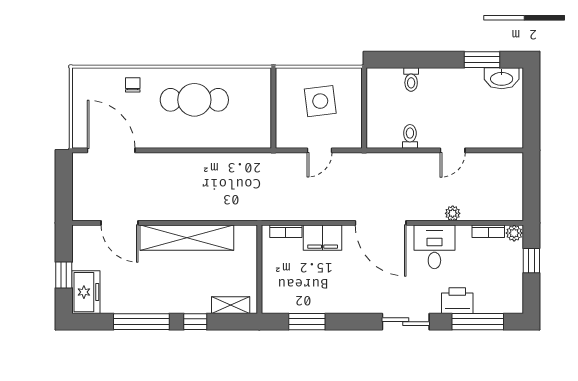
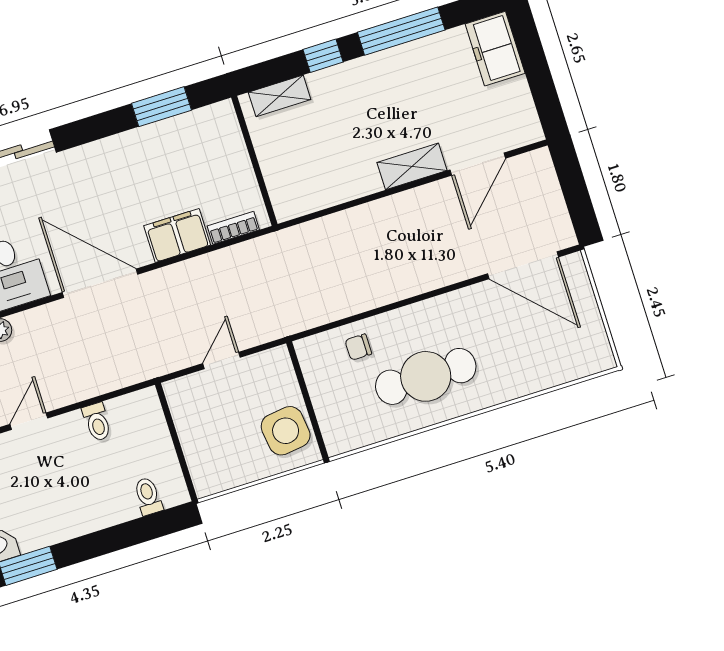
toilet: (411, 80) -> (148, 496), moved
chair: (133, 85) -> (358, 347), moved, turned 90
side table: (320, 101) -> (286, 431), moved
door: (120, 223) -> (478, 164), swing flipped
shelving: (187, 238) -> (412, 166), width x0.45, depth x0.75
window: (64, 275) -> (535, 63), removed

